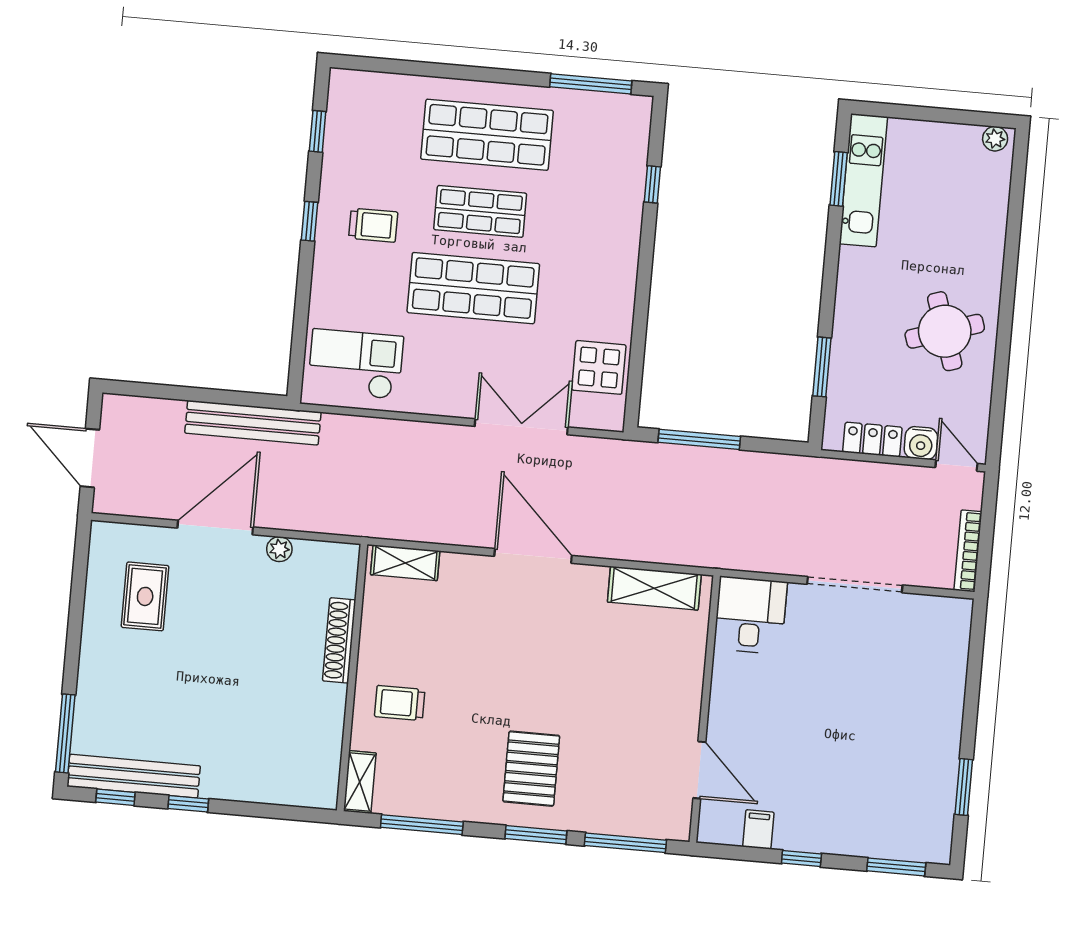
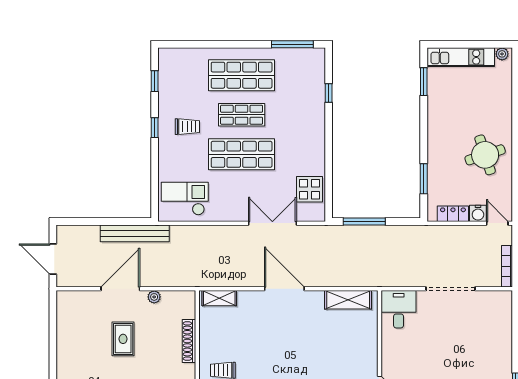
kitchen unit: (863, 180) -> (461, 57), moved, turned 90
rug: (145, 596) -> (123, 339), moved

